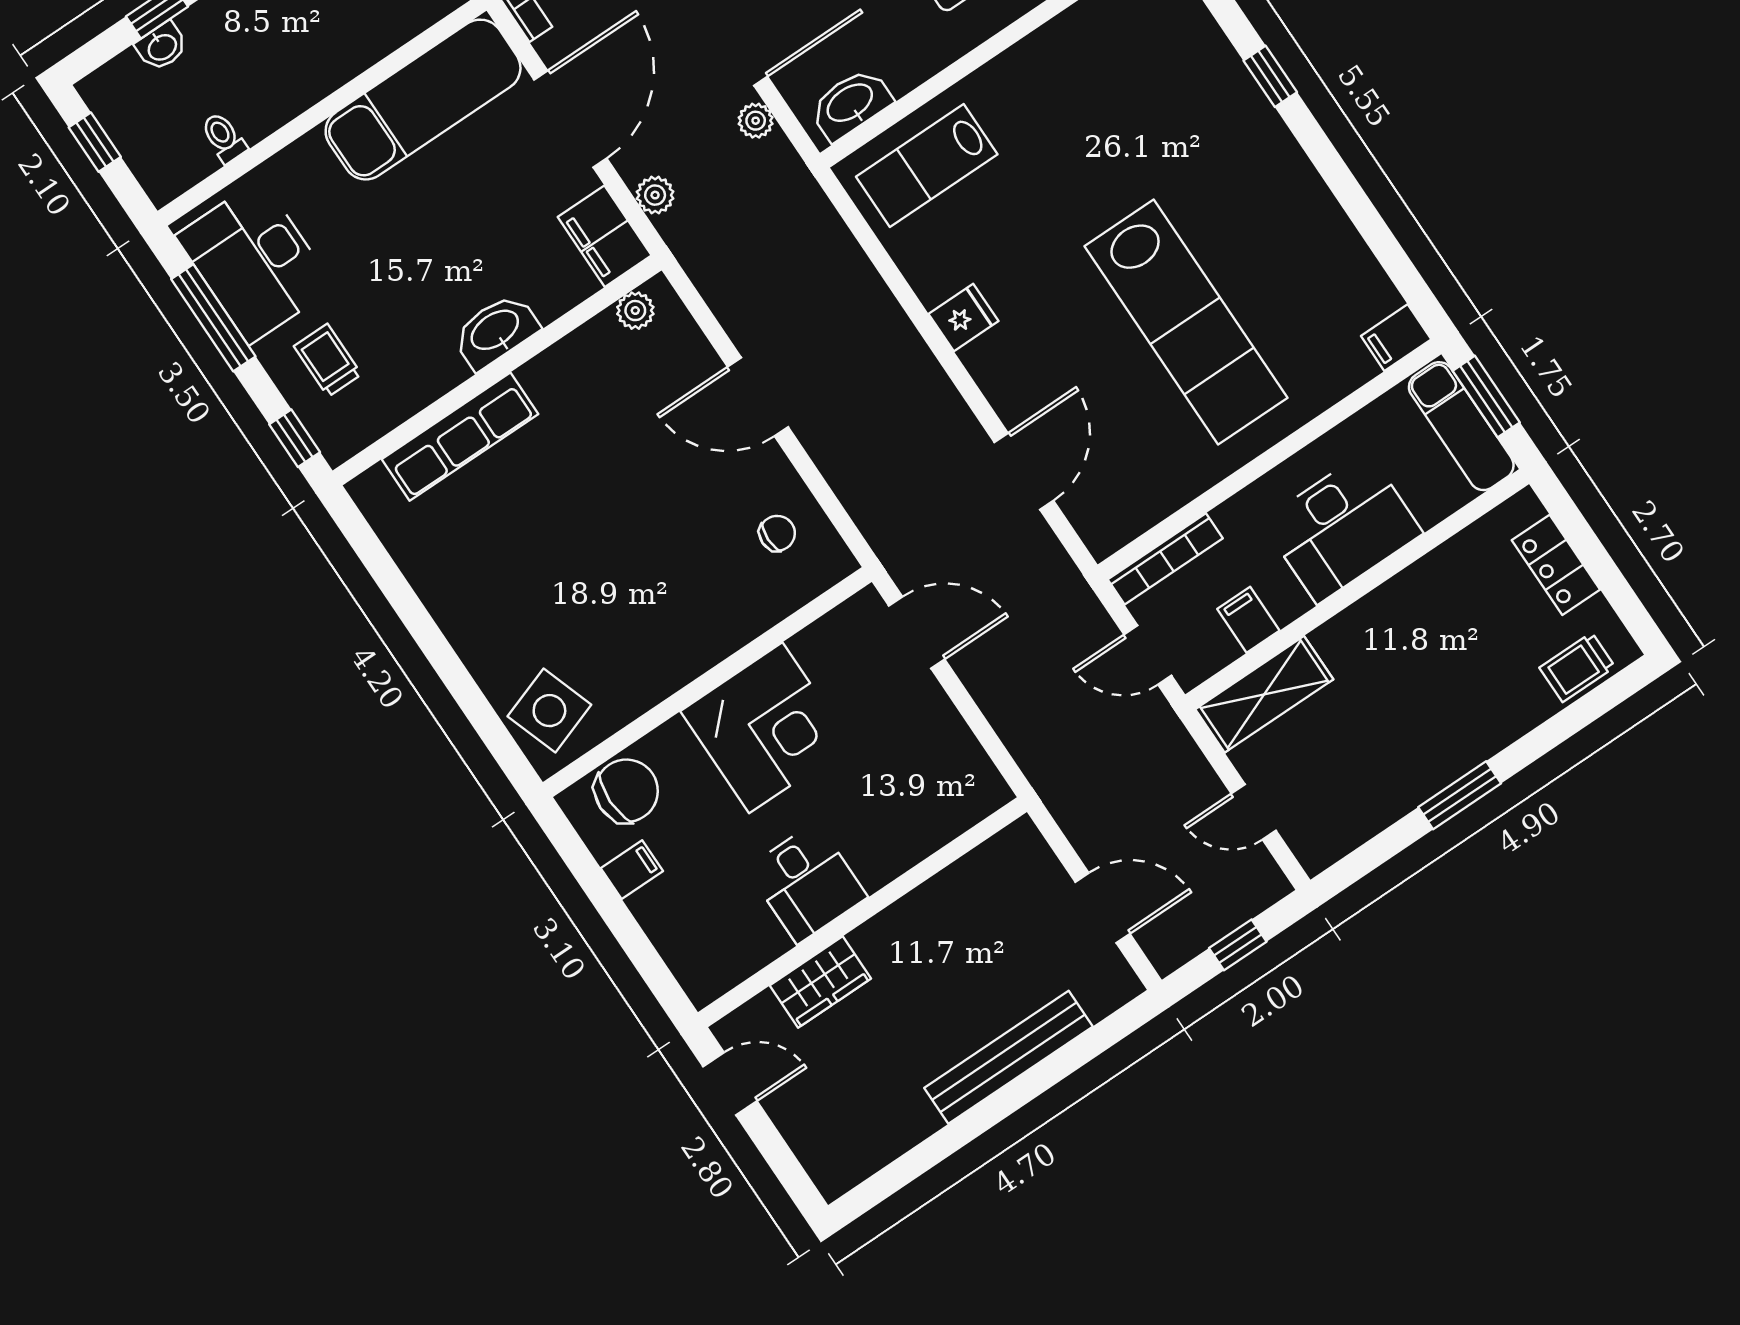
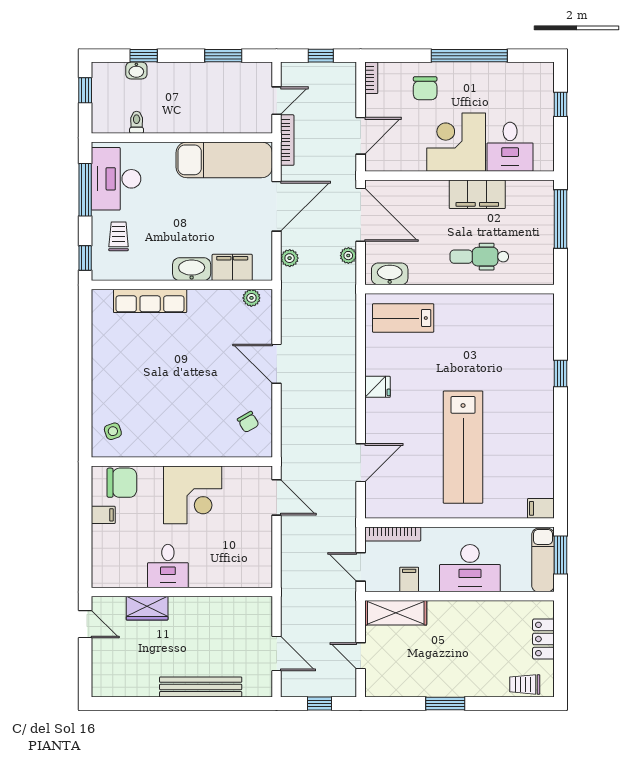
filing cabinet: (605, 236) -> (232, 267), moved, turned 90
chair: (777, 533) -> (248, 422), turned 60
side table: (549, 711) -> (113, 431), width x0.54, depth x0.54

